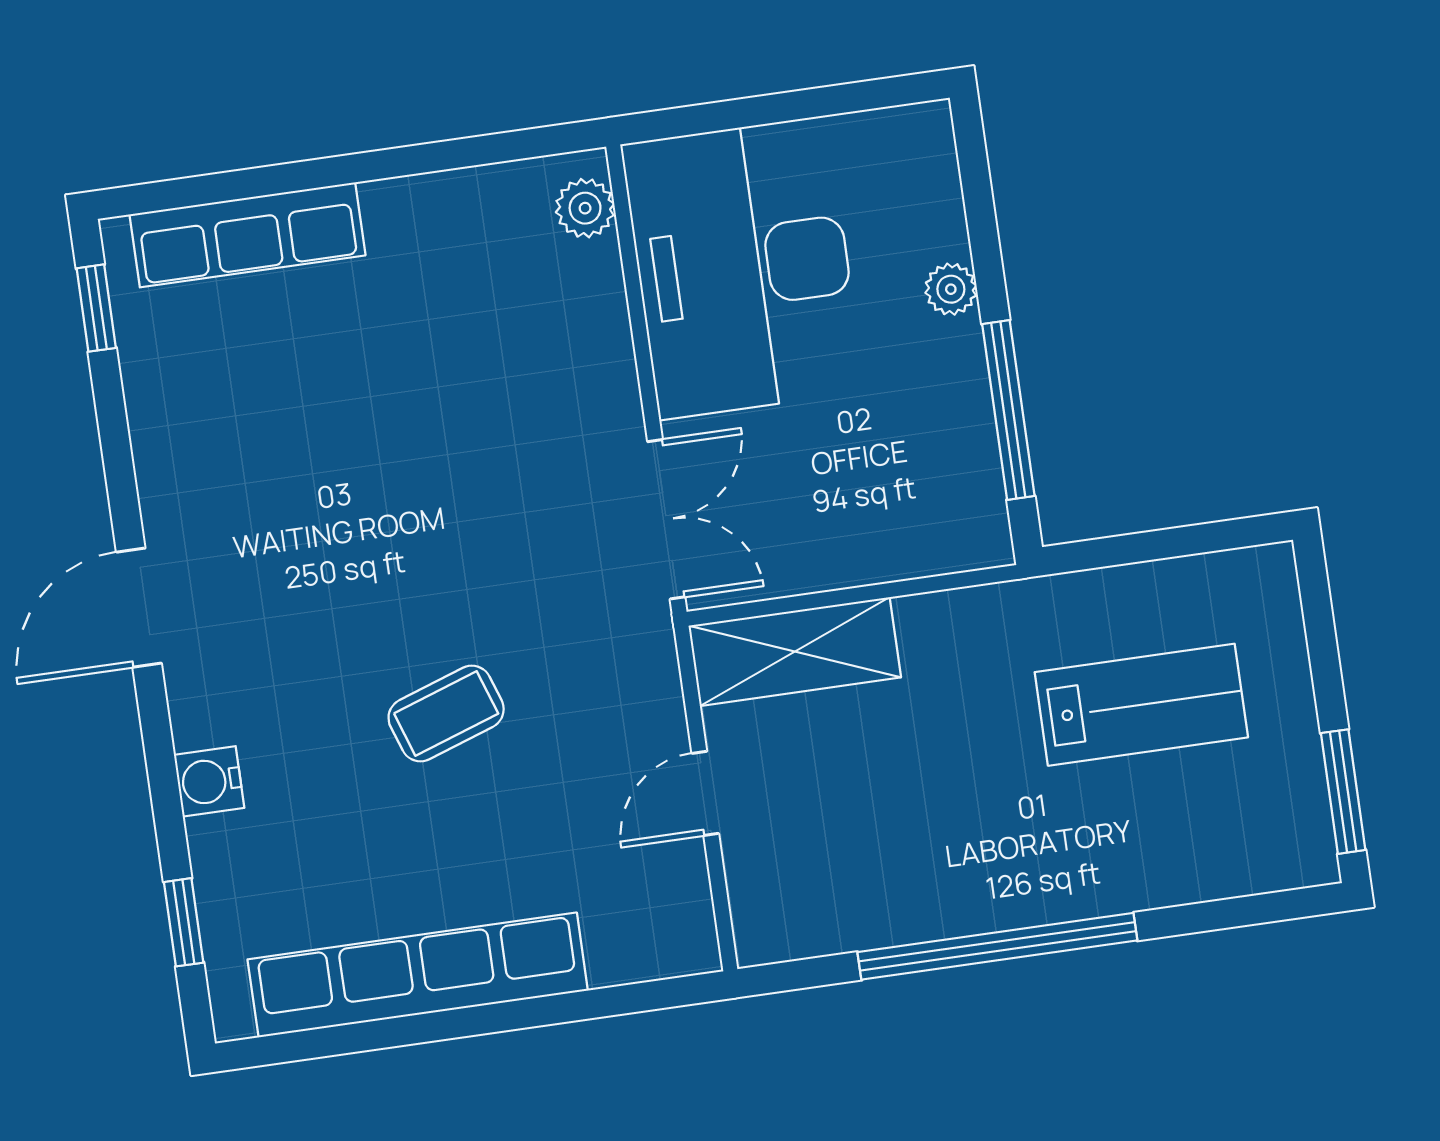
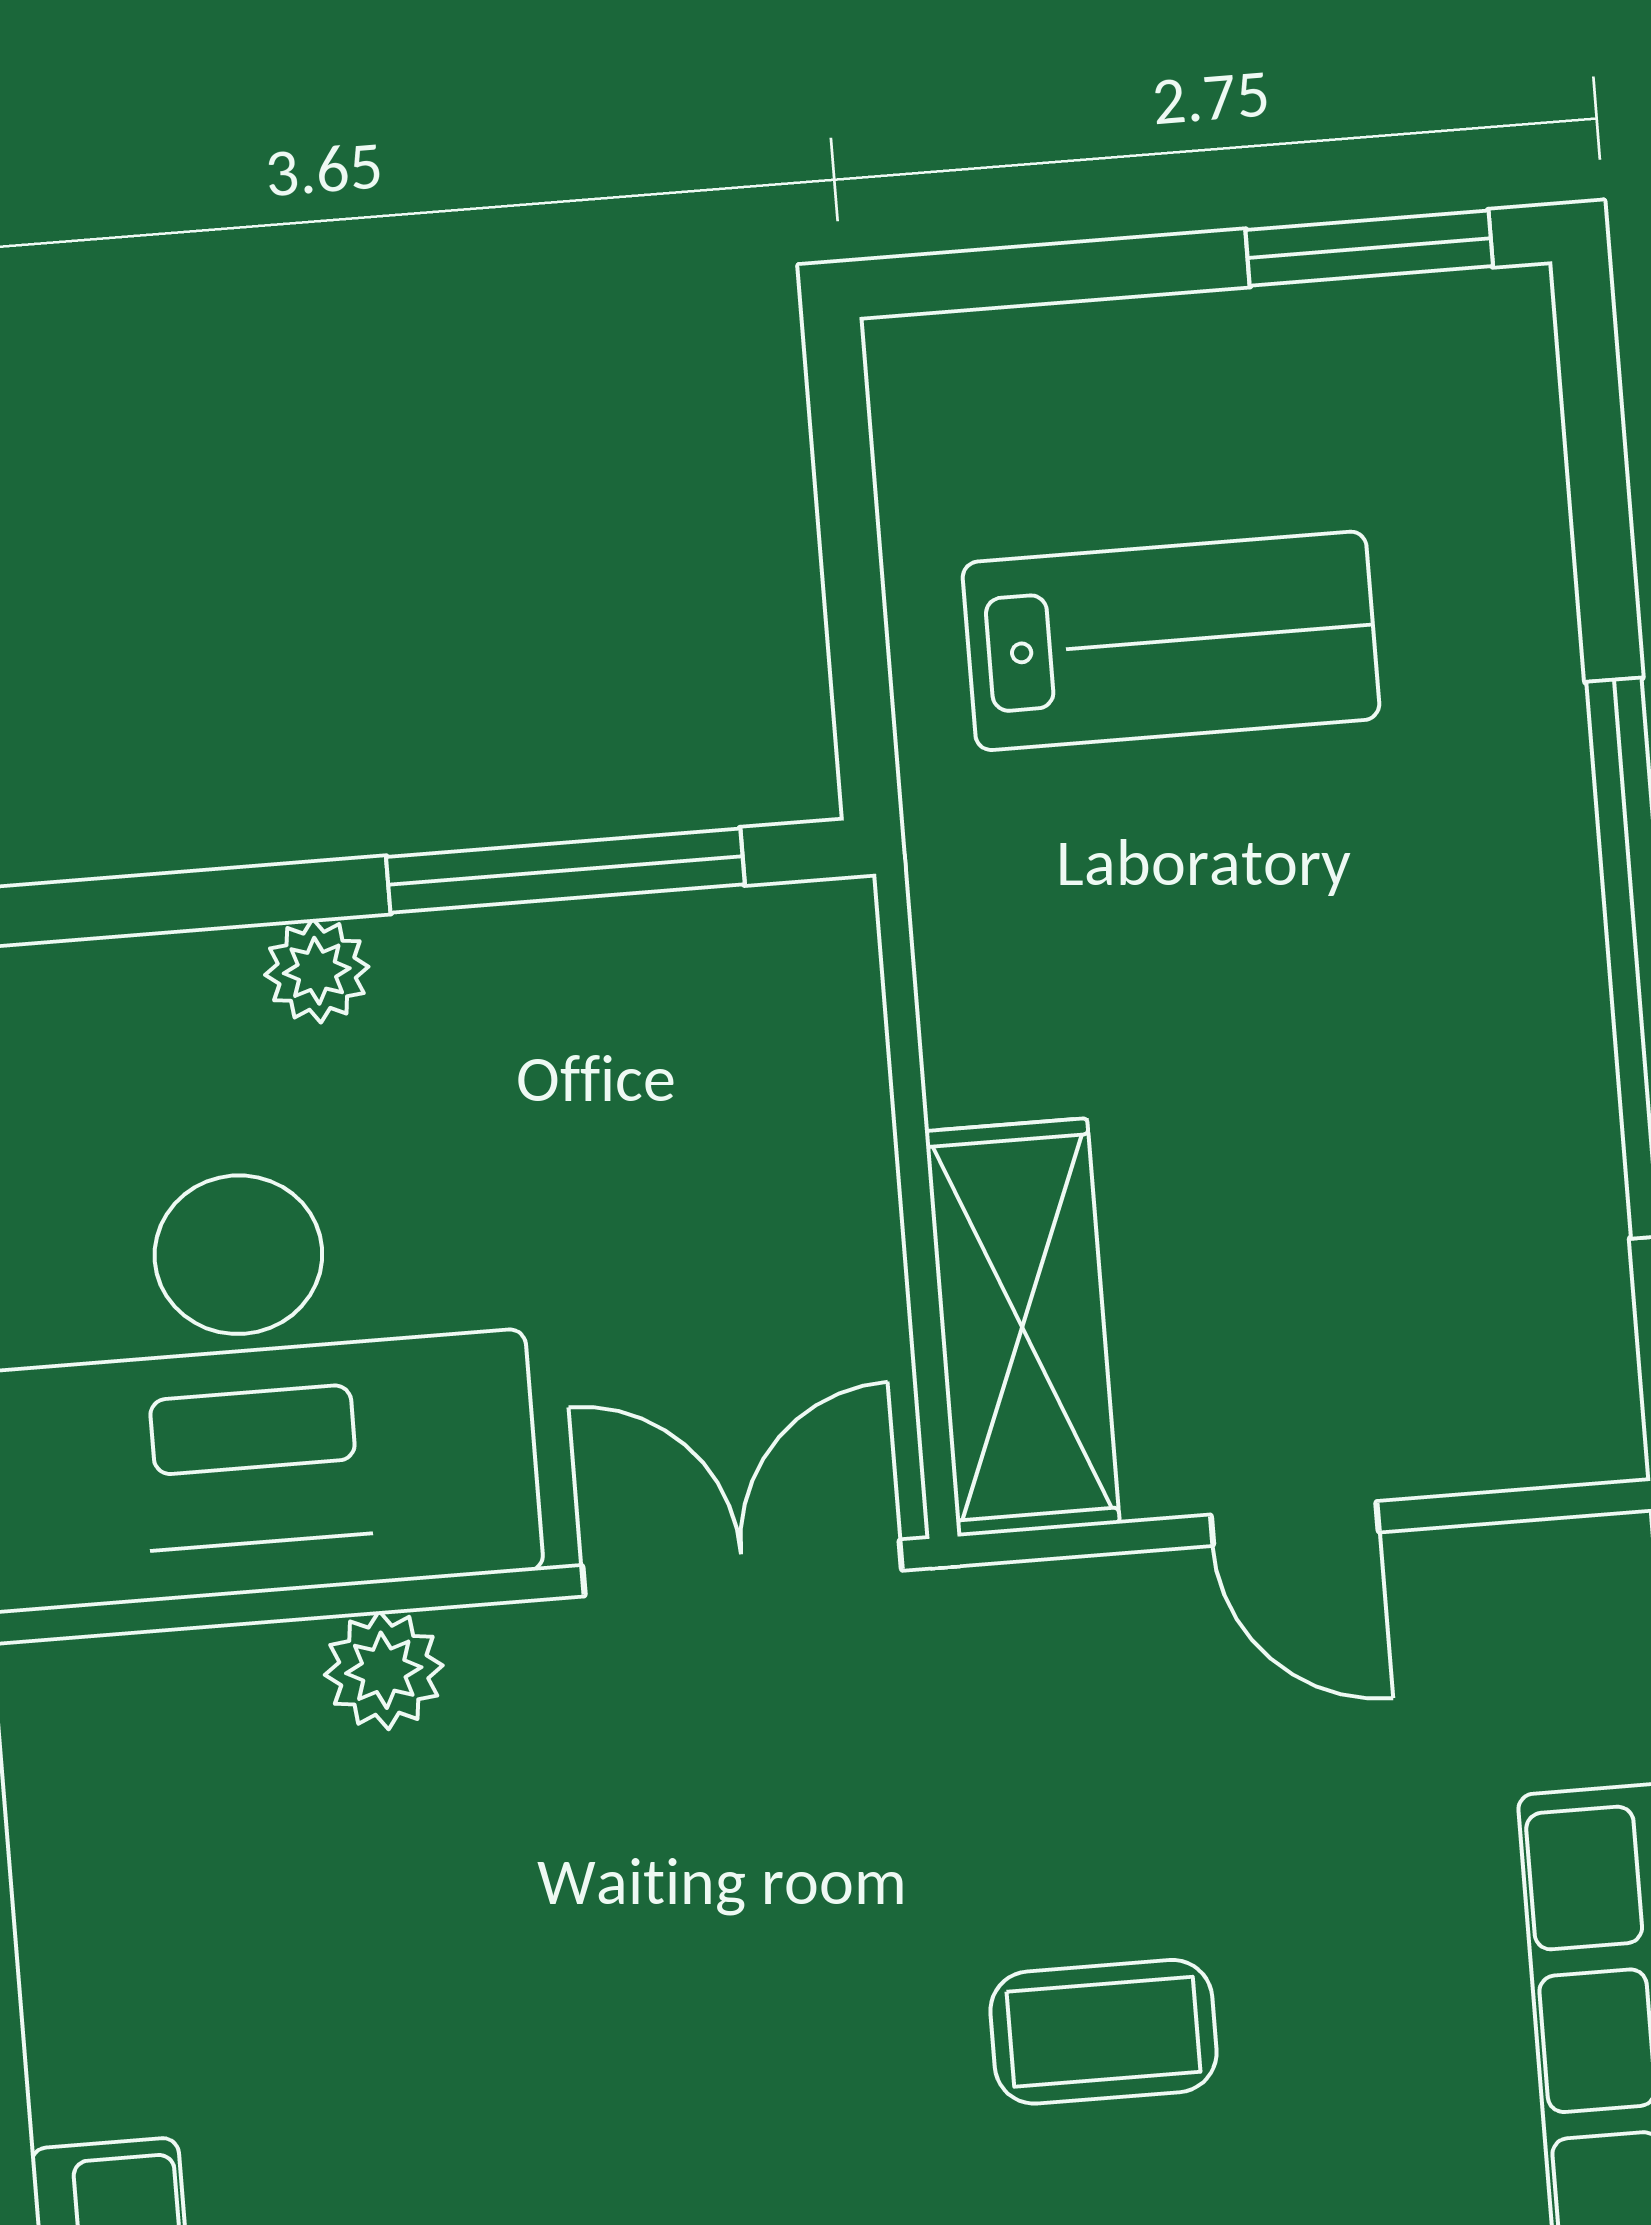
plant: (585, 208) -> (384, 1670), moved
lab bench: (1141, 705) -> (1171, 641), turned 90
coffee table: (446, 713) -> (1103, 2032), turned -71

